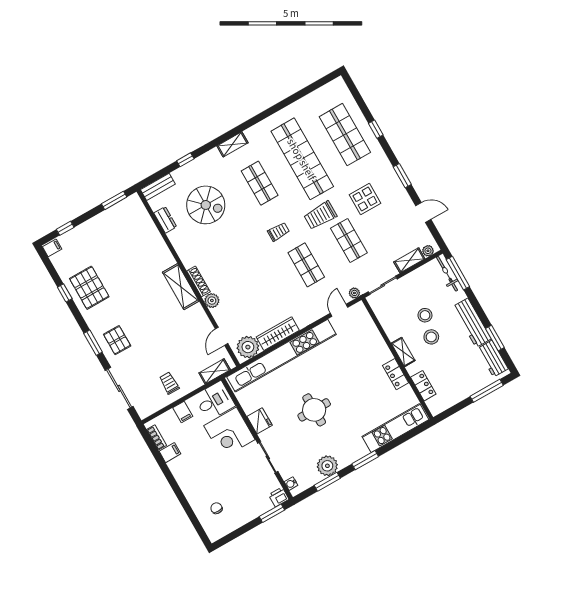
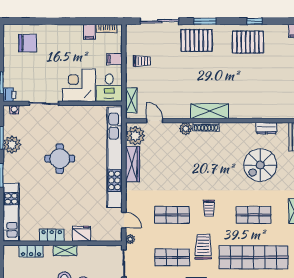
pallet: (117, 340) -> (197, 40), width x1.50, depth x1.42
fridge: (260, 421) -> (81, 234), moved, turned 180
chair: (216, 508) -> (28, 43), width x1.87, depth x1.87

